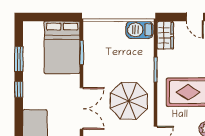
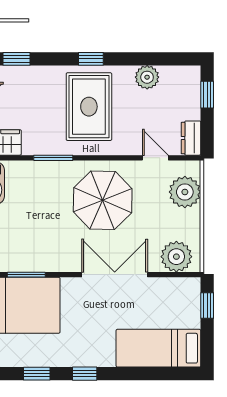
window: (19, 59) -> (37, 374), width x0.67

